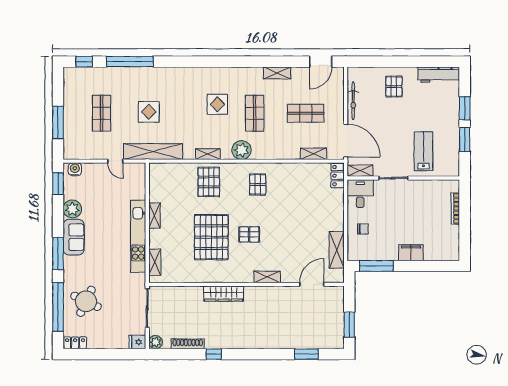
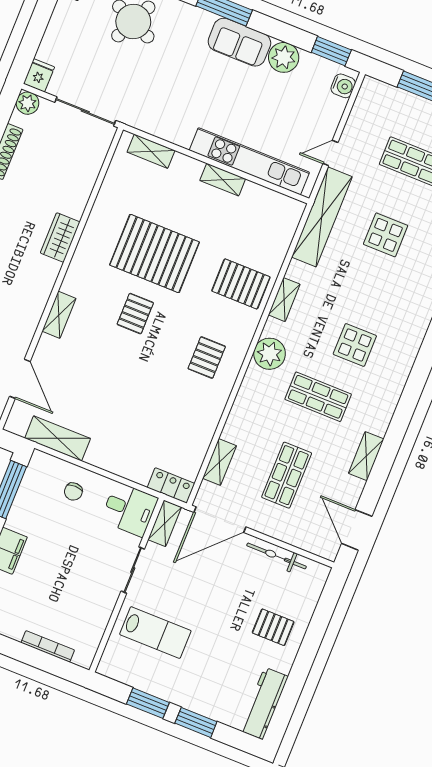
pallet: (258, 184) -> (207, 358), turned 90
kitchen unit: (138, 236) -> (249, 161), moved
wardrobe: (224, 294) -> (60, 238), width x0.67

